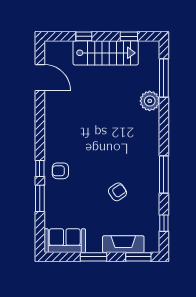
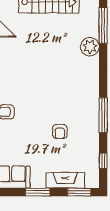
armchair: (118, 192) -> (60, 131), turned 124

